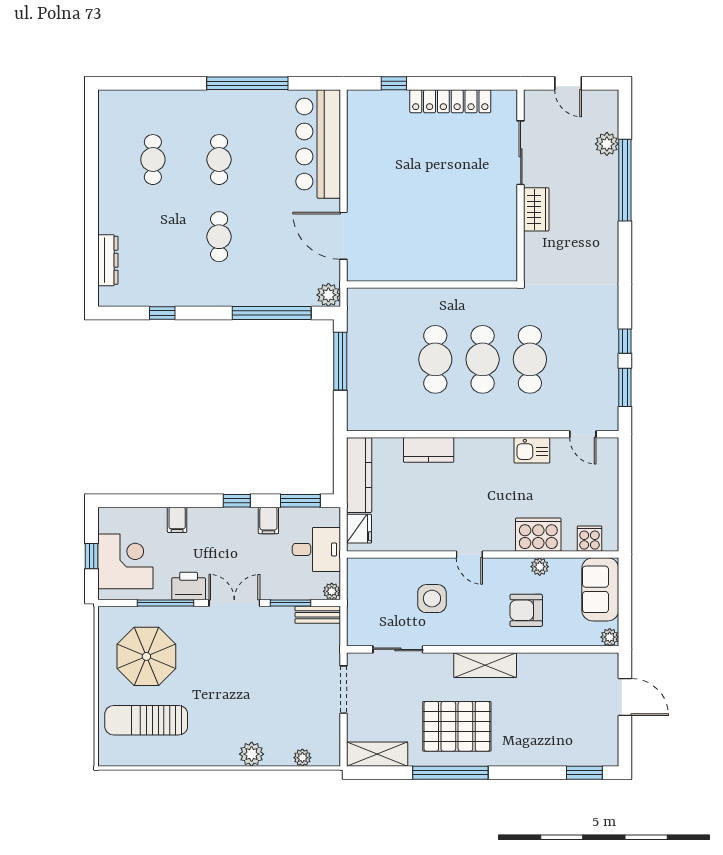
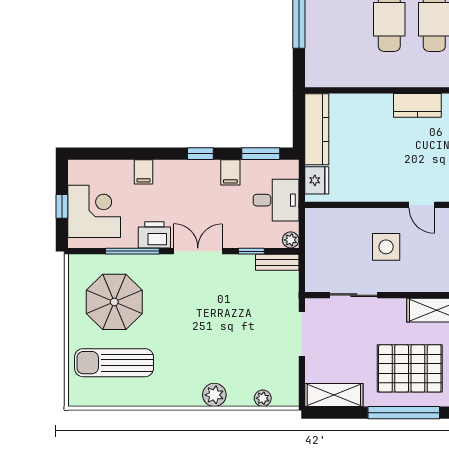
kitchen counter: (429, 450) -> (417, 105), moved
window: (290, 603) -> (251, 251), width x0.67

